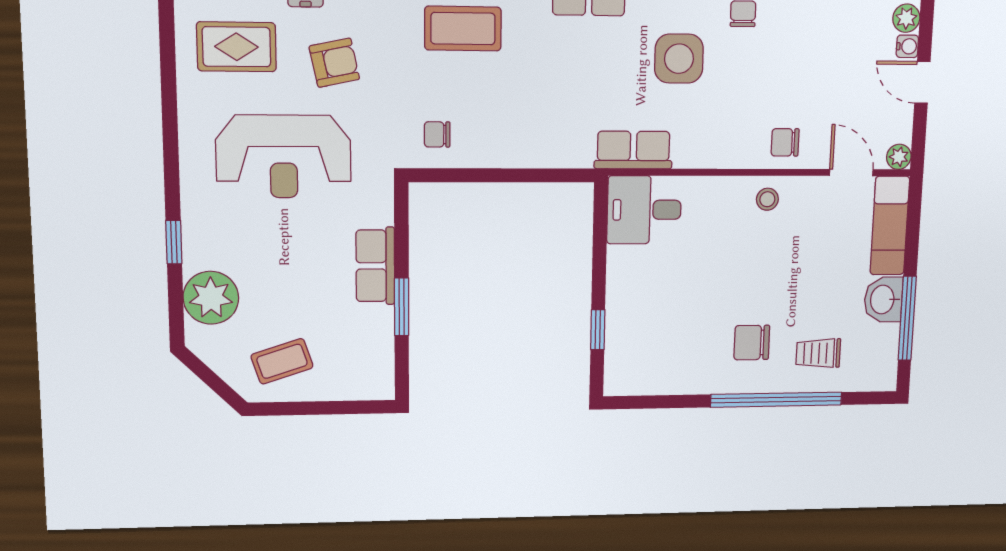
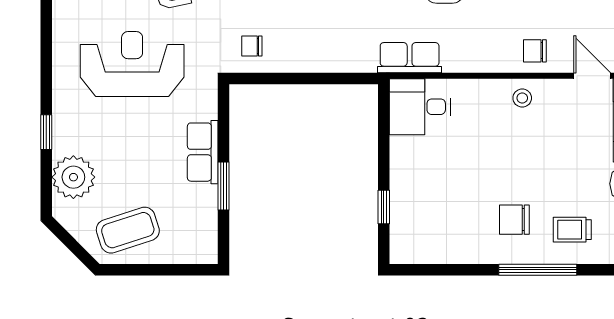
reception desk: (284, 157) -> (132, 64), turned 180
coffee table: (282, 361) -> (128, 230), width x1.36, depth x1.30
window: (776, 400) -> (538, 270), width x0.68

